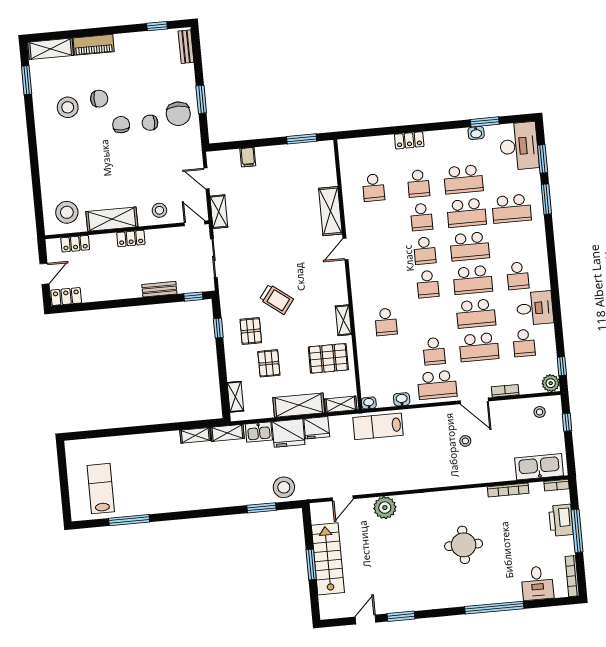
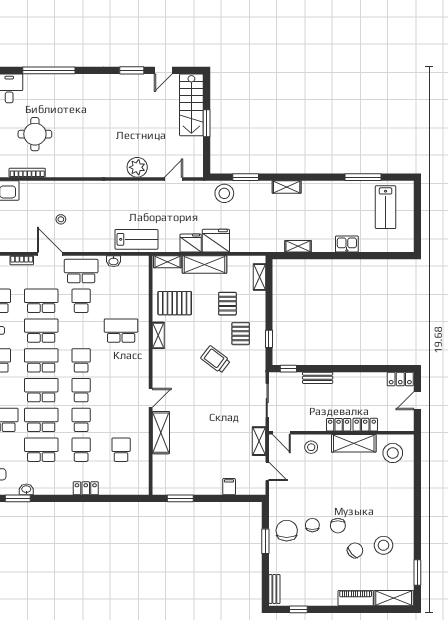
chair: (99, 99) -> (355, 550), turned 138
chair: (150, 123) -> (312, 525), turned -90
locker: (75, 244) -> (365, 425), moved
school desk: (386, 322) -> (121, 331), width x1.85
washbasin: (369, 403) -> (143, 261), removed
kitchen sink: (259, 432) -> (347, 244), moved
shelving: (227, 433) -> (287, 187), moved
round table: (464, 545) -> (35, 134), moved
stairs: (328, 559) -> (191, 105), moved

